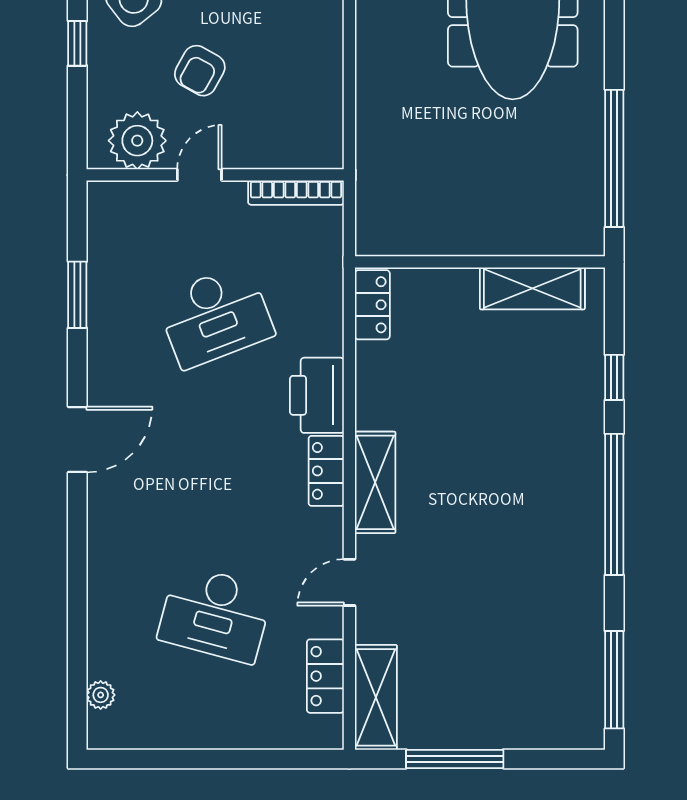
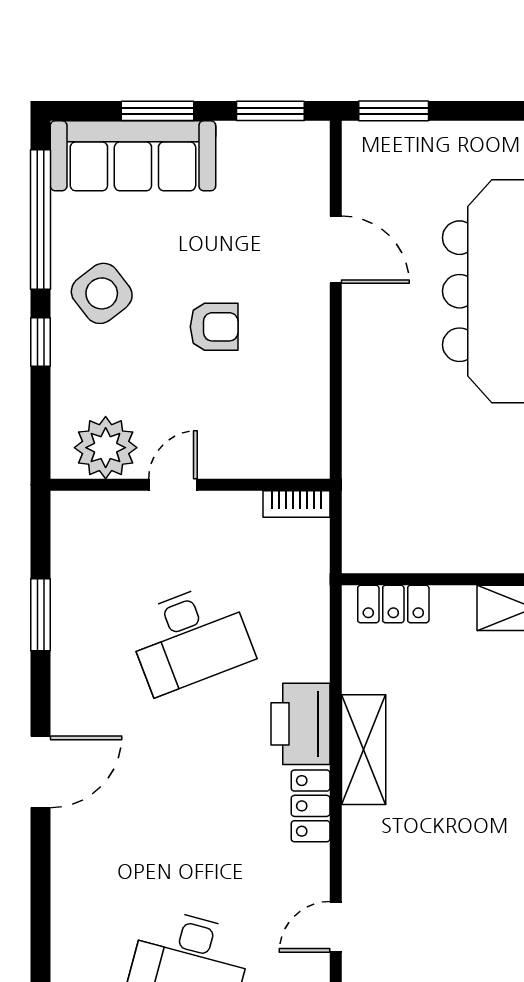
armchair: (200, 71) -> (214, 327), moved, turned -119
bookcase: (296, 193) -> (297, 504), width x0.64
locker: (372, 305) -> (393, 604), moved, turned 90
shelving: (375, 482) -> (364, 750), moved

